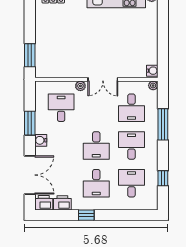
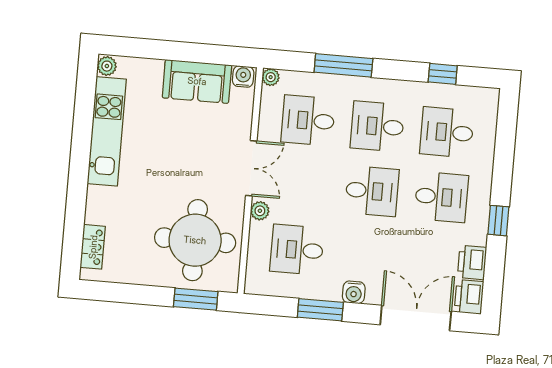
sofa: (147, 46) -> (197, 81), added
round table: (62, 52) -> (195, 240), added
desk: (131, 108) -> (308, 120), turned 180

